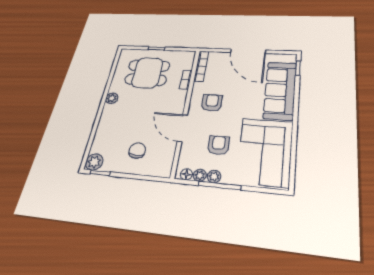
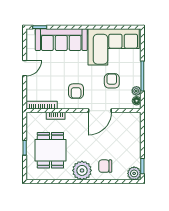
door: (248, 51) -> (25, 68), width x0.53
plant: (112, 98) -> (82, 170), width x1.87, depth x1.87
armchair: (212, 103) -> (76, 91), turned -90
armchair: (219, 145) -> (112, 81), turned 90
chair: (137, 150) -> (105, 166), moved
plant: (214, 176) -> (136, 81), removed

